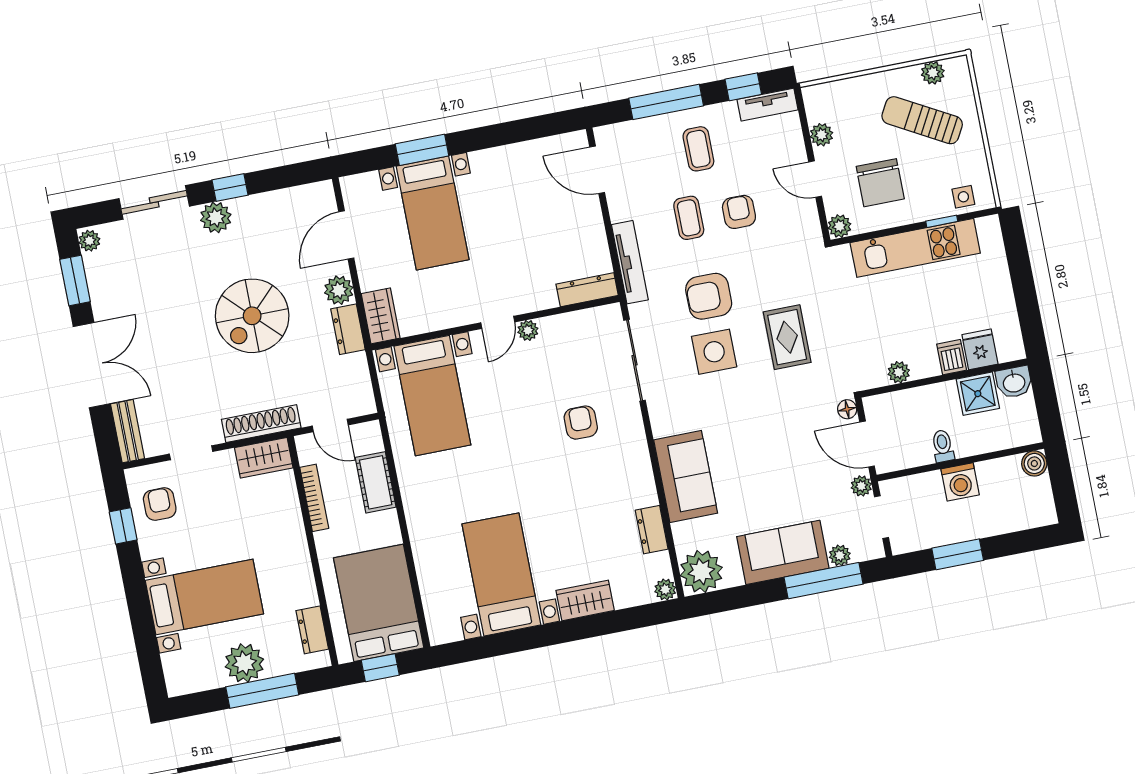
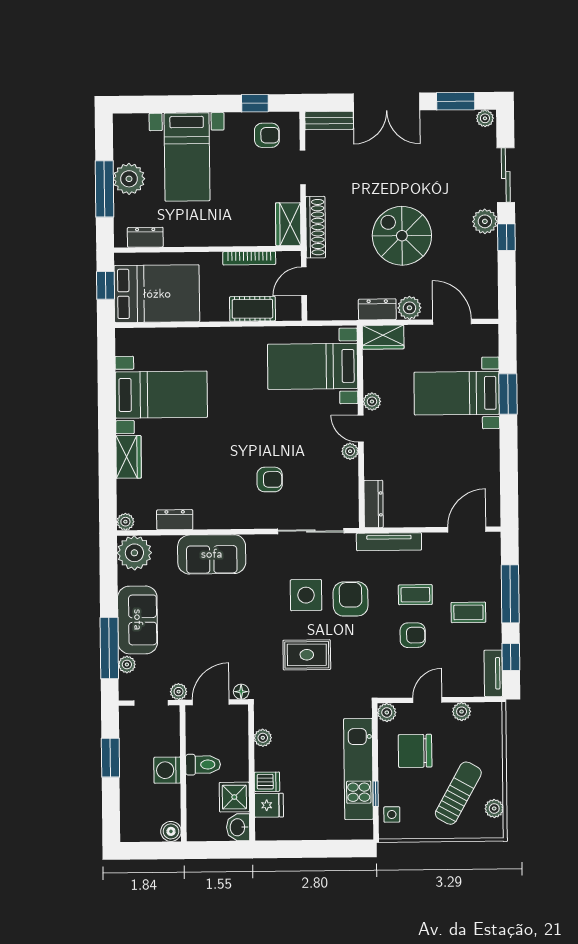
plant: (462, 315) -> (372, 402), added
toilet: (943, 446) -> (203, 765), width x1.37, depth x1.39

